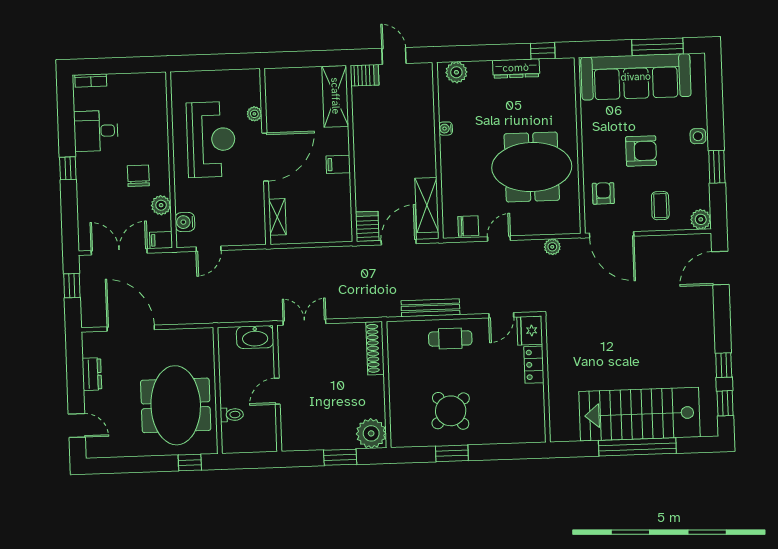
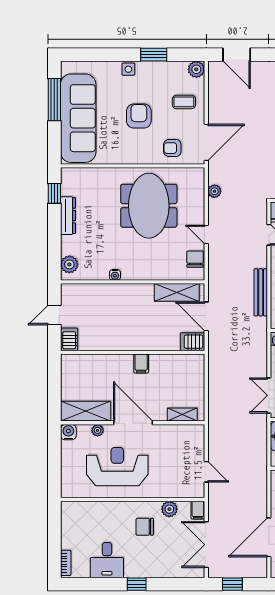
shelving: (335, 96) -> (86, 411), moved
water cooler: (185, 222) -> (68, 432), moved, turned 180

